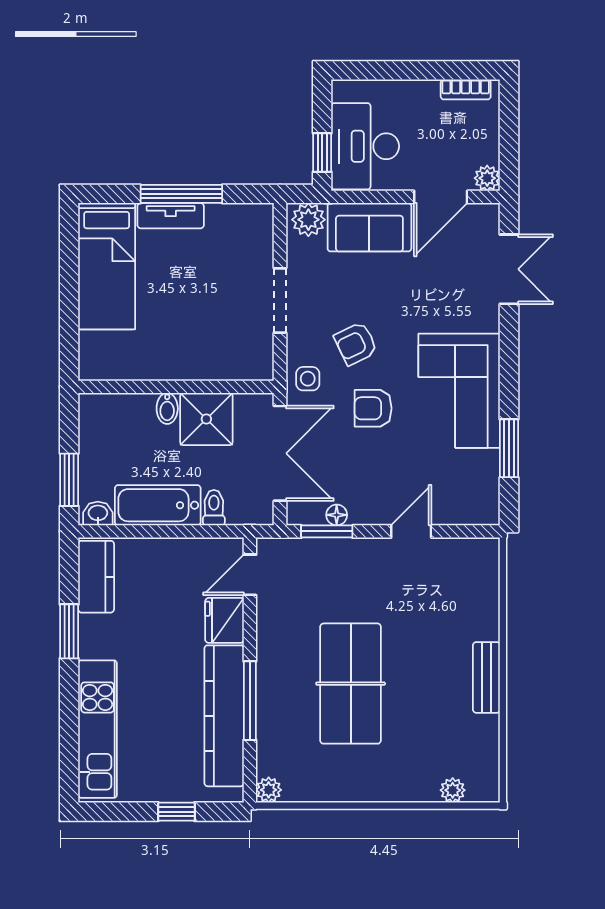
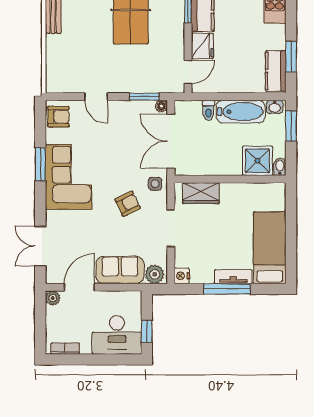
desk: (365, 146) -> (117, 335), moved, turned 90
window: (322, 153) -> (147, 331), moved
nightstand: (261, 217) -> (182, 276), added
wardrobe: (227, 362) -> (201, 193), added
bidet: (167, 408) -> (280, 167), moved
armchair: (373, 408) -> (58, 117), moved
shower: (206, 419) -> (258, 161), moved
window: (509, 448) -> (40, 164), moved
floor lamp: (337, 515) -> (161, 106), moved
door: (411, 531) -> (96, 97), hinge flipped
window: (69, 631) -> (291, 57), moved

